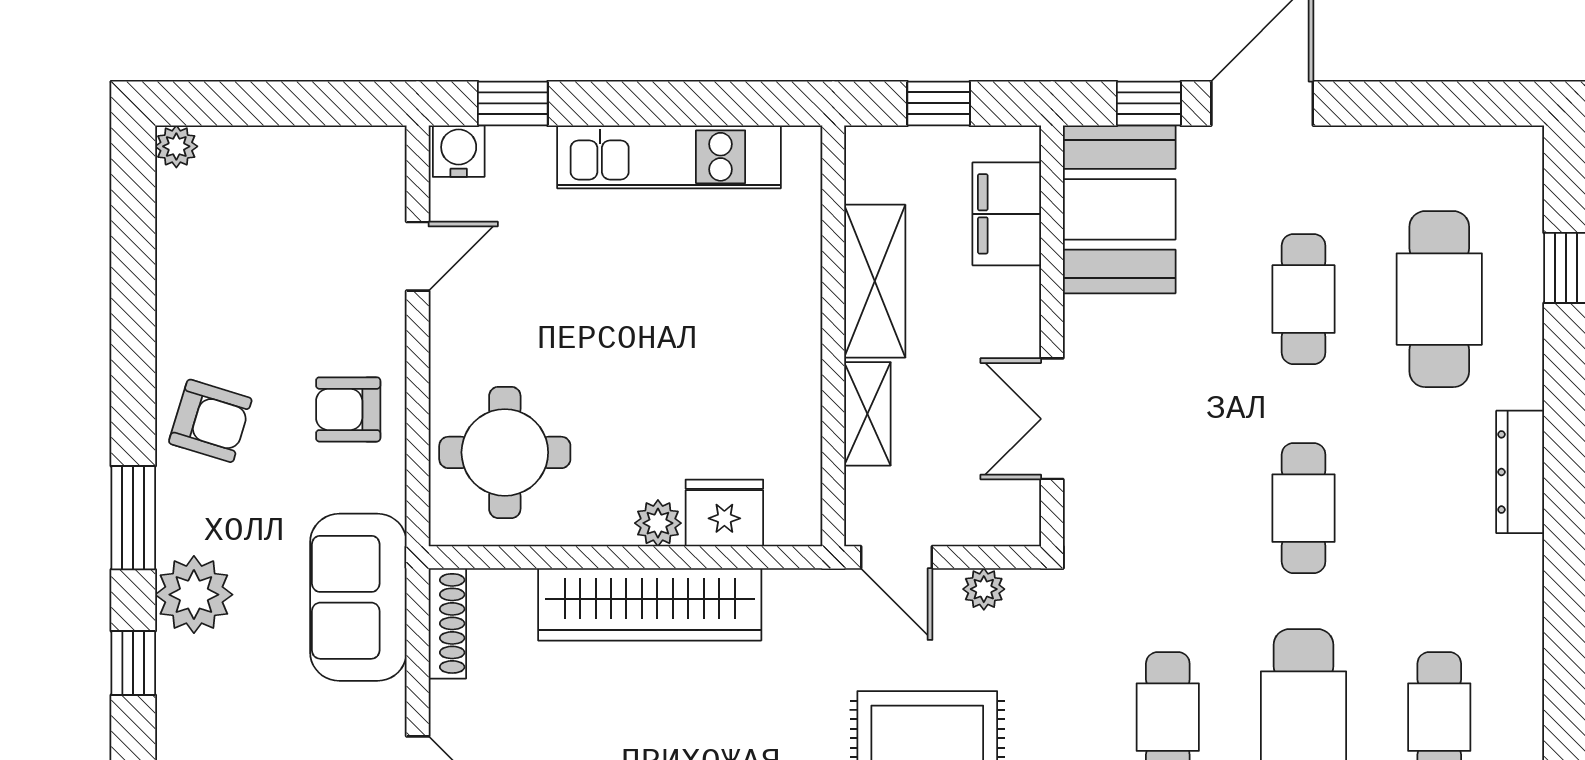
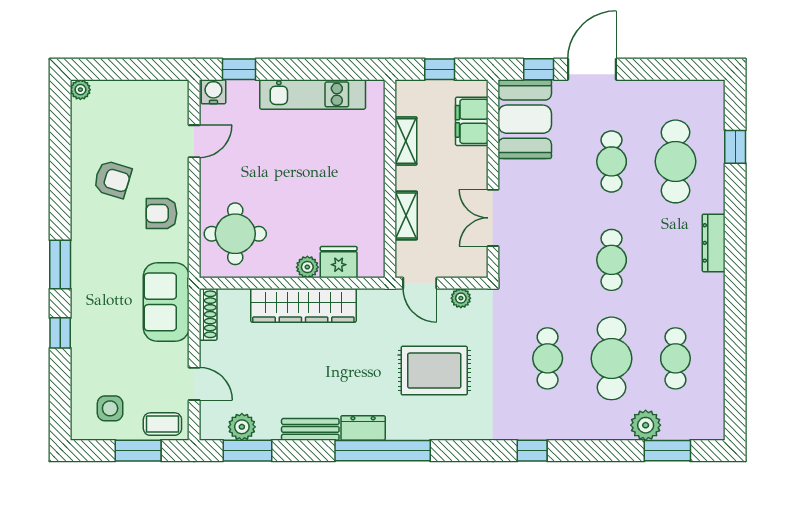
shelving: (875, 281) -> (406, 141), width x0.67, depth x0.75
armchair: (210, 421) -> (112, 179), moved
plant: (194, 595) -> (89, 301), removed

